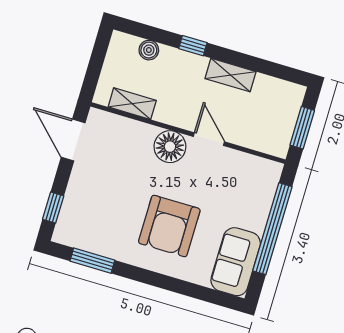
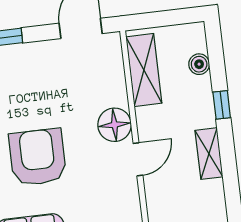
shelving: (132, 104) -> (144, 70), width x1.50, depth x1.33
armchair: (169, 226) -> (38, 157), turned 90

